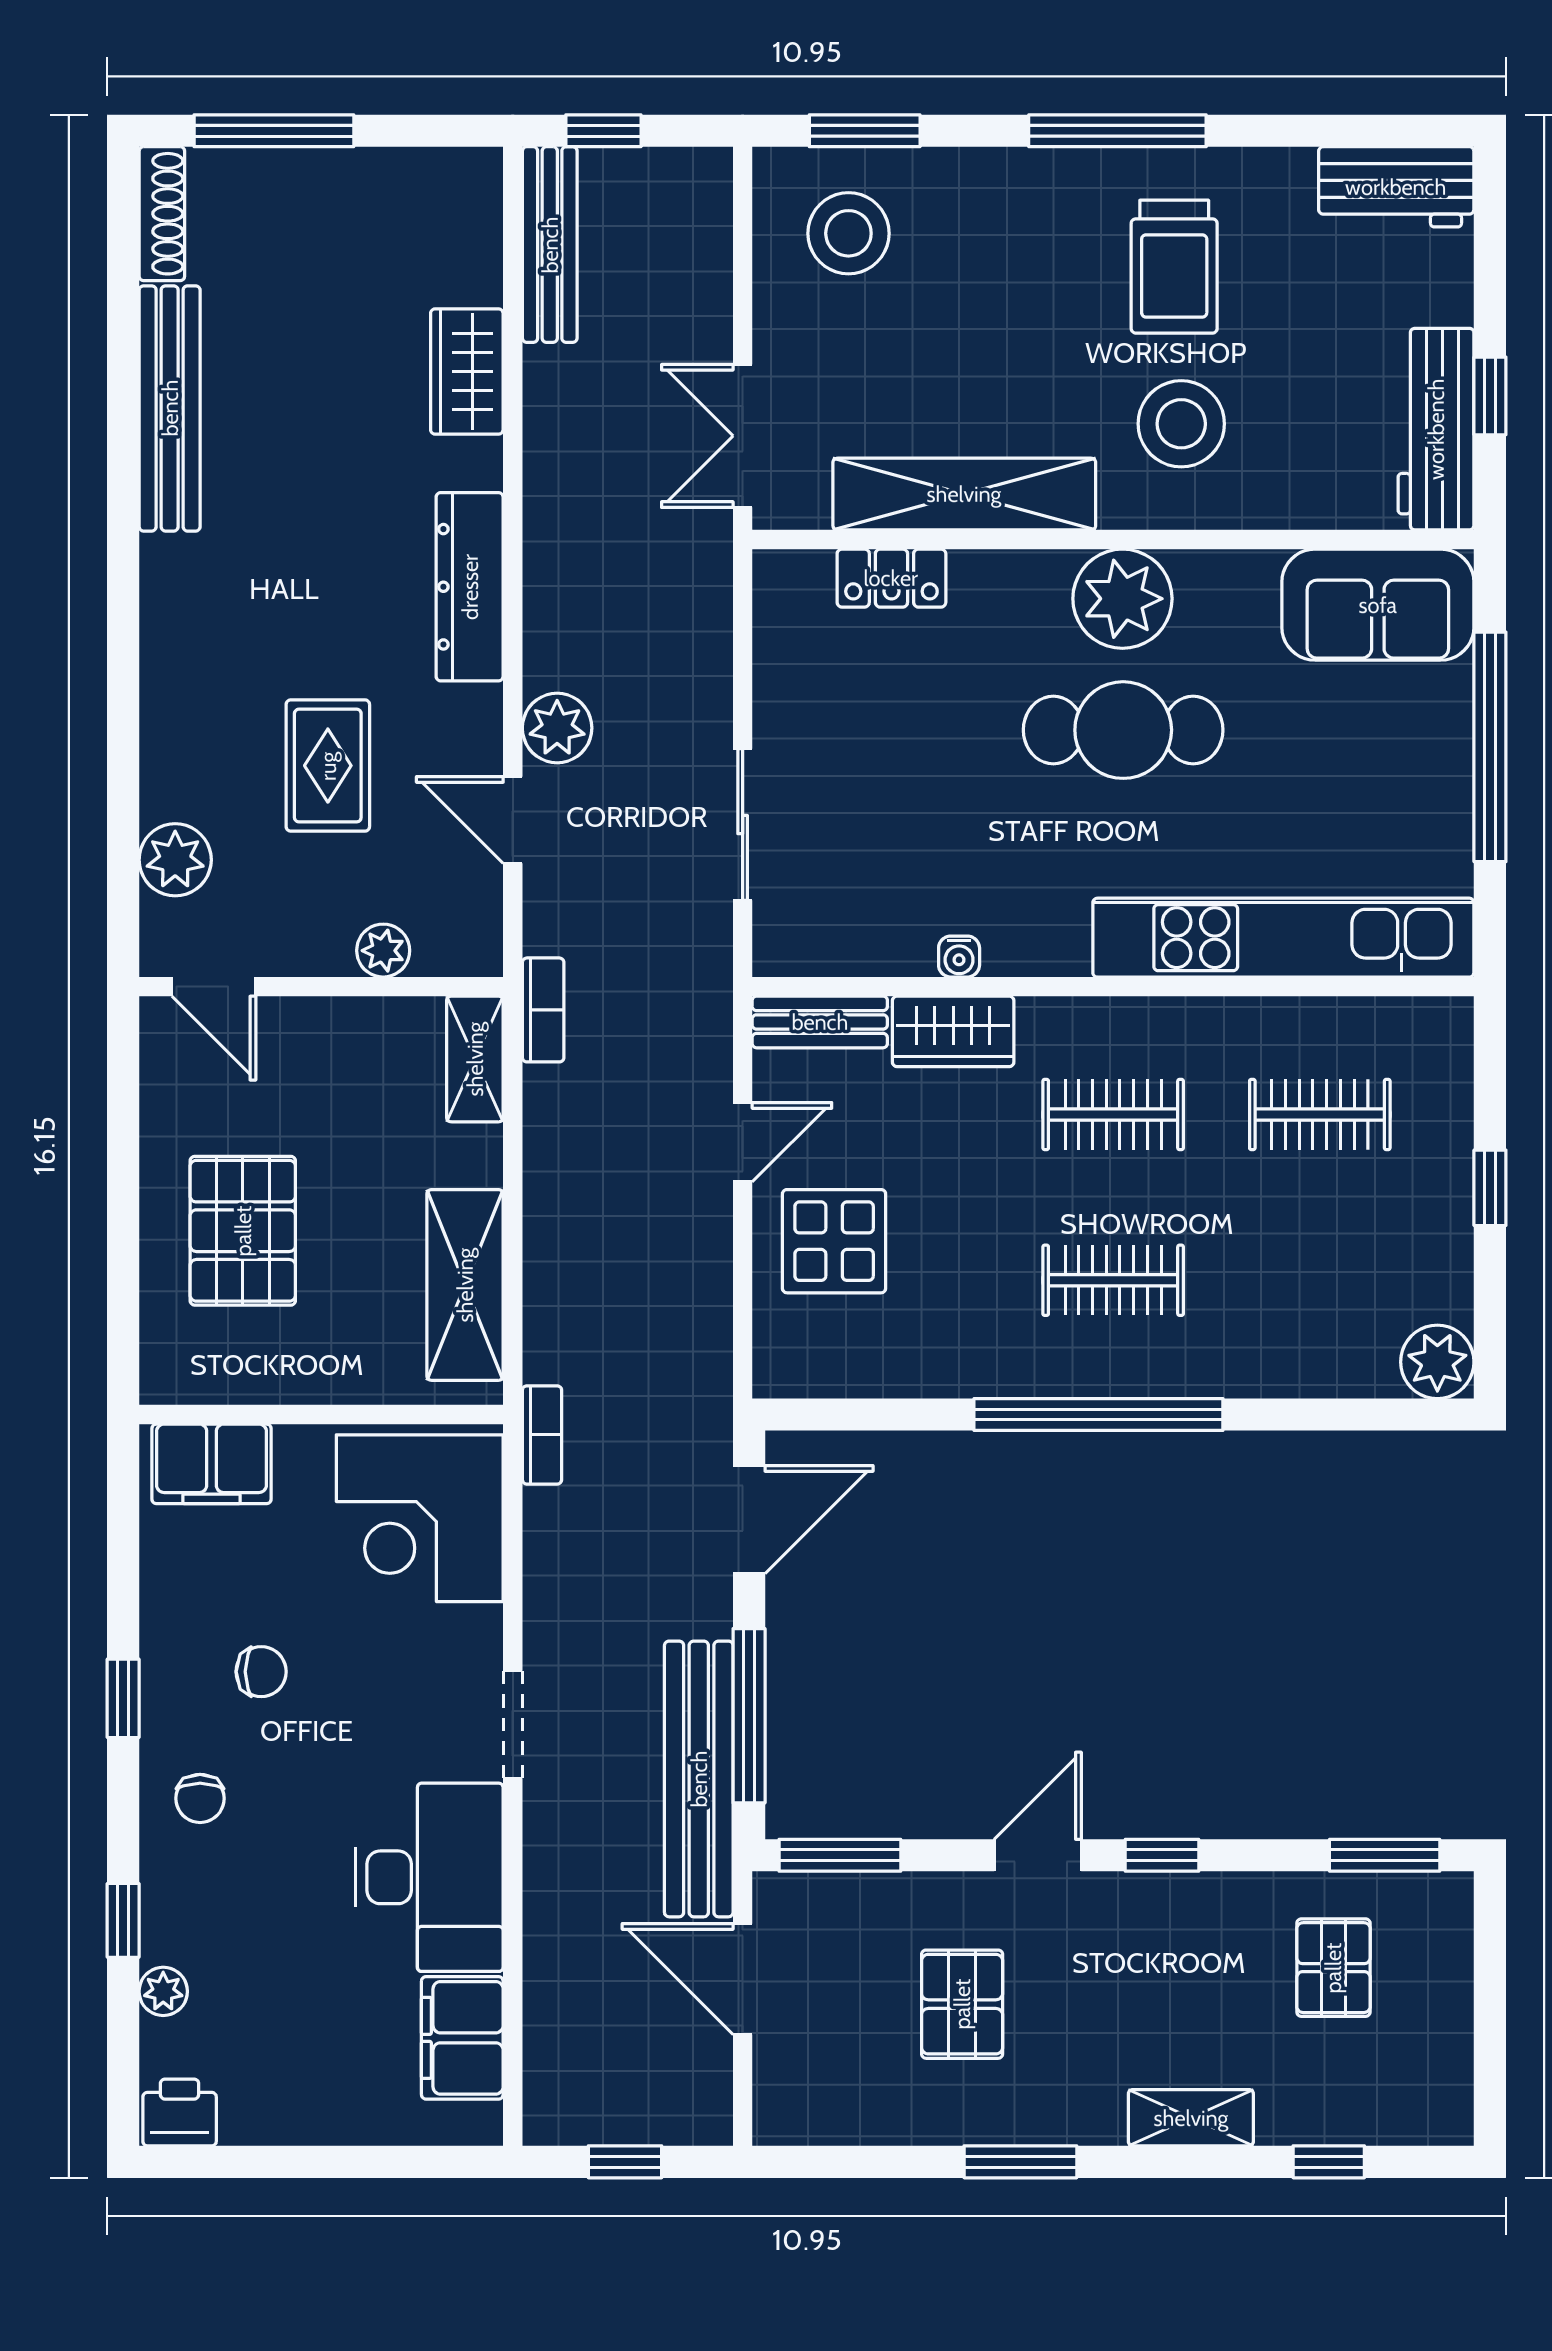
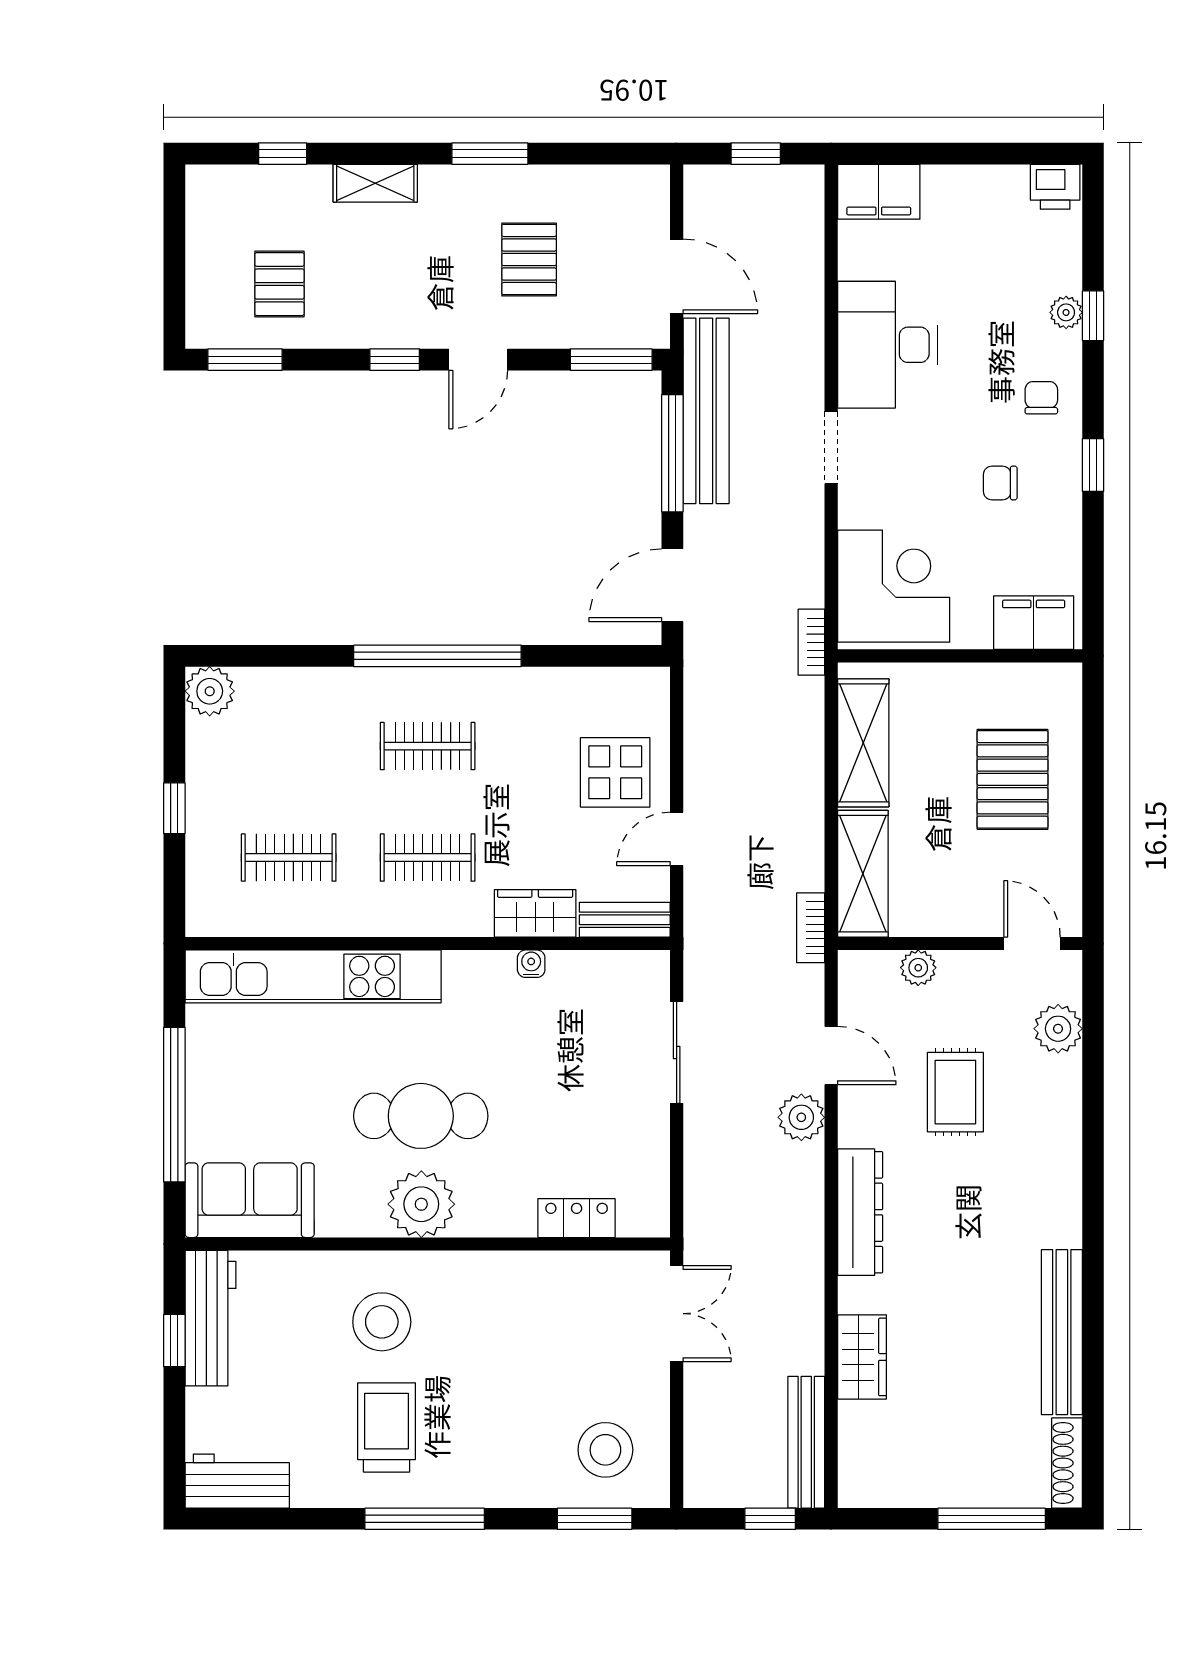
shelving: (964, 494) -> (528, 1275), removed
shelving: (475, 1059) -> (863, 874), width x1.50, depth x1.33
plant: (163, 1991) -> (1066, 312), moved
filing cabinet: (462, 2038) -> (879, 192), moved, turned 90

